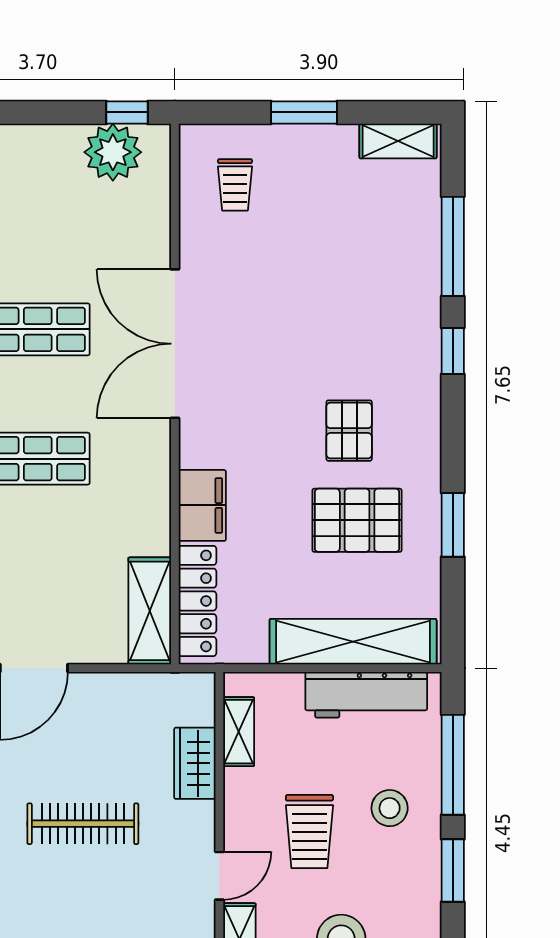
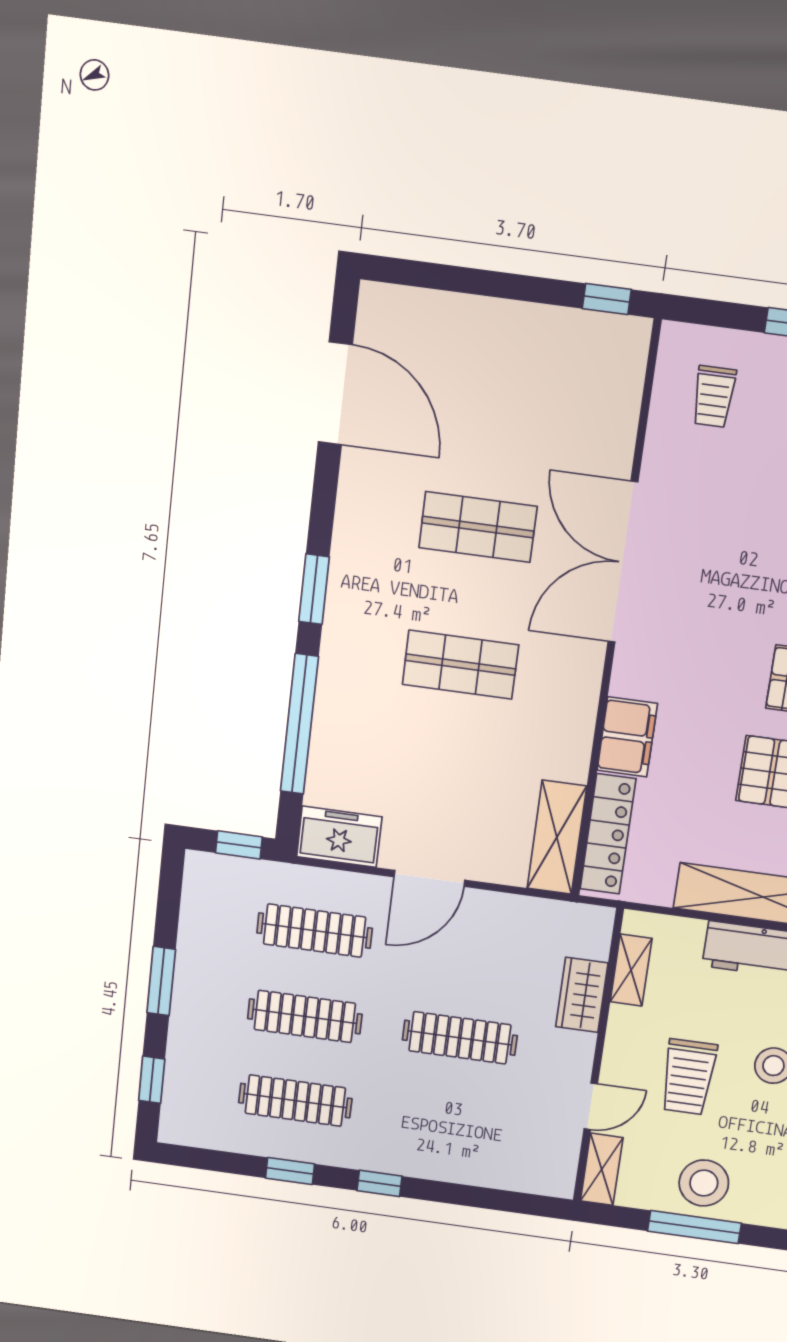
plant: (113, 152) -> (585, 342), removed

